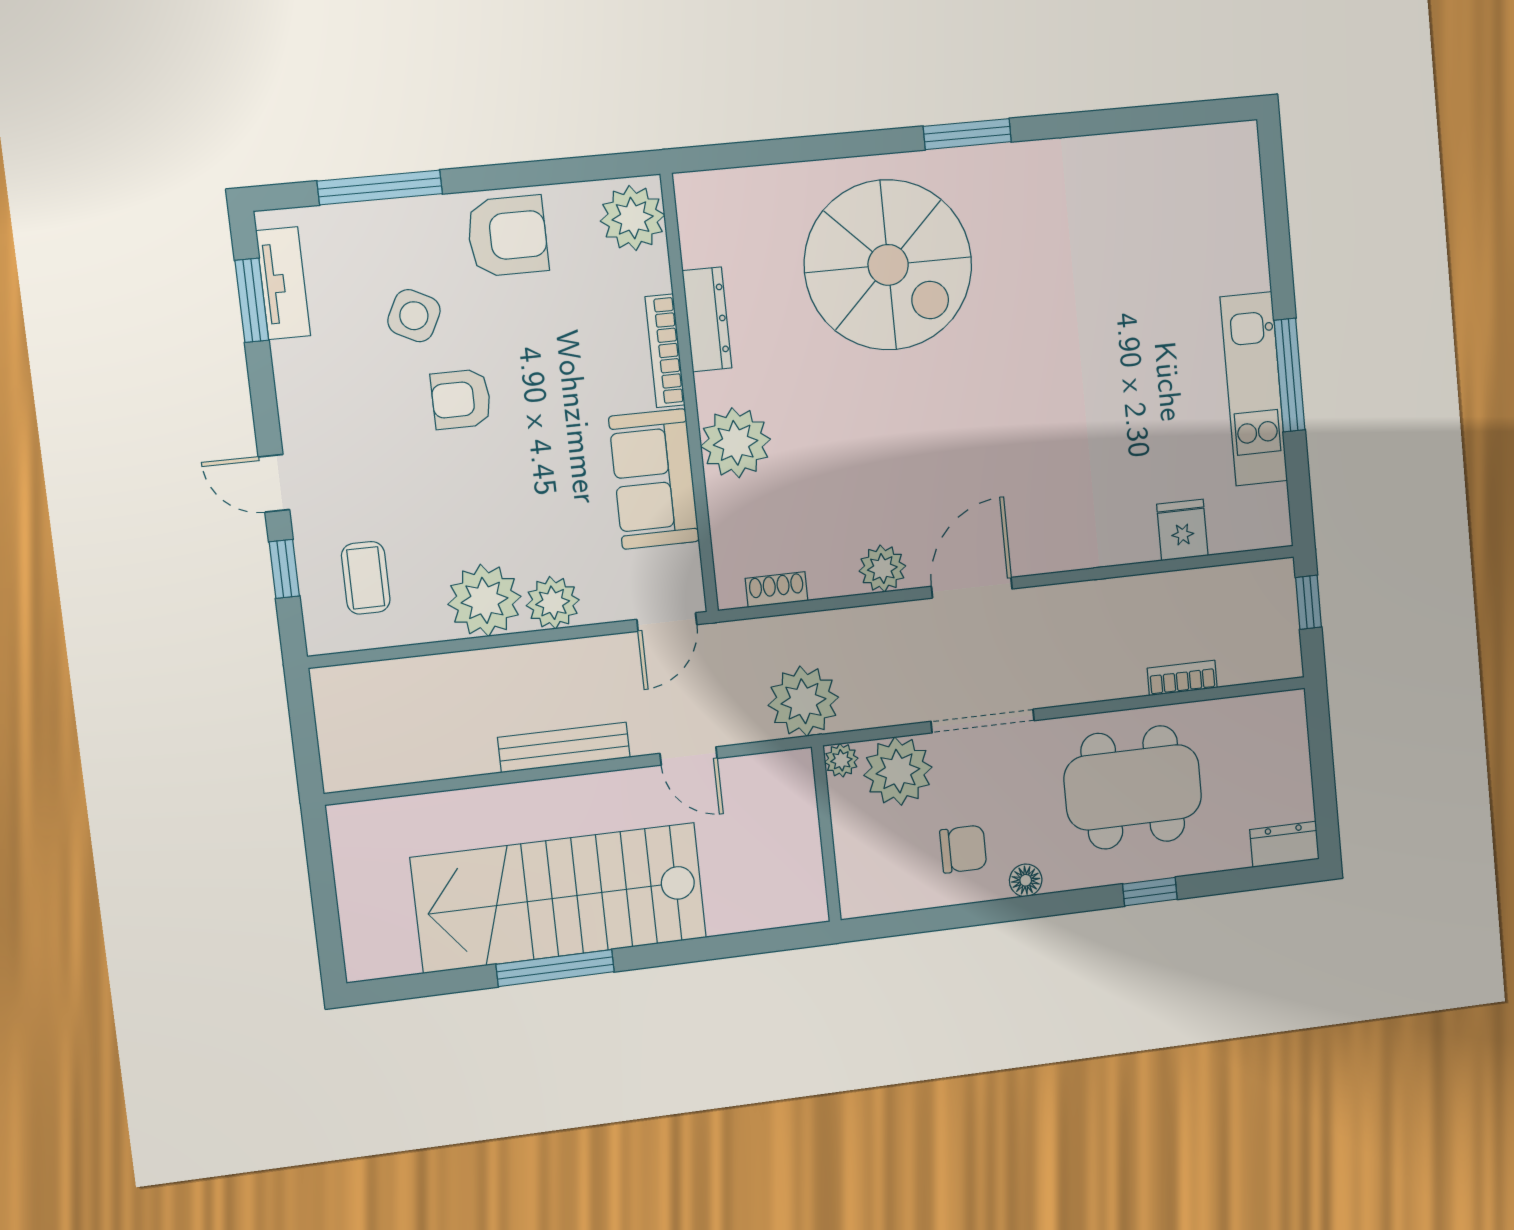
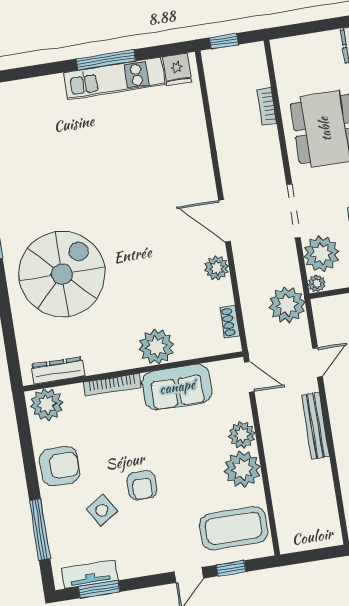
armchair: (507, 236) -> (60, 466), turned 90
side table: (414, 316) -> (102, 510), turned 31
dresser: (707, 319) -> (58, 370), moved
fridge: (1182, 530) -> (177, 69), moved, turned -90
coffee table: (366, 578) -> (234, 528), width x1.86, depth x1.72

